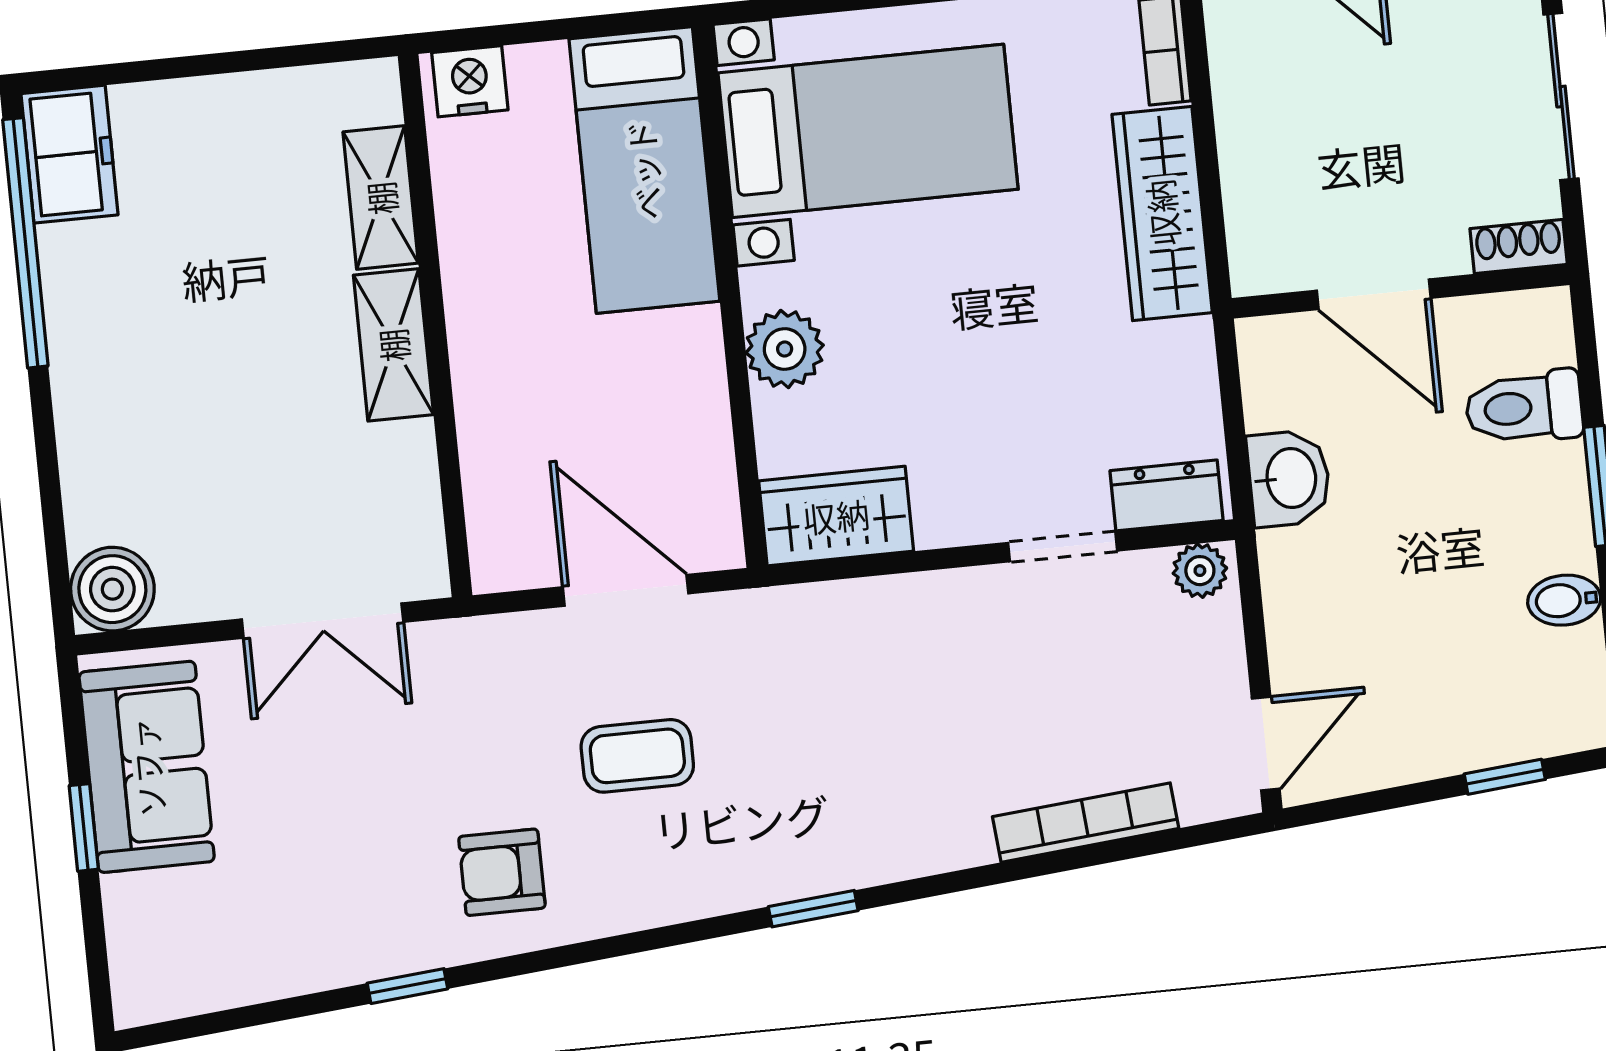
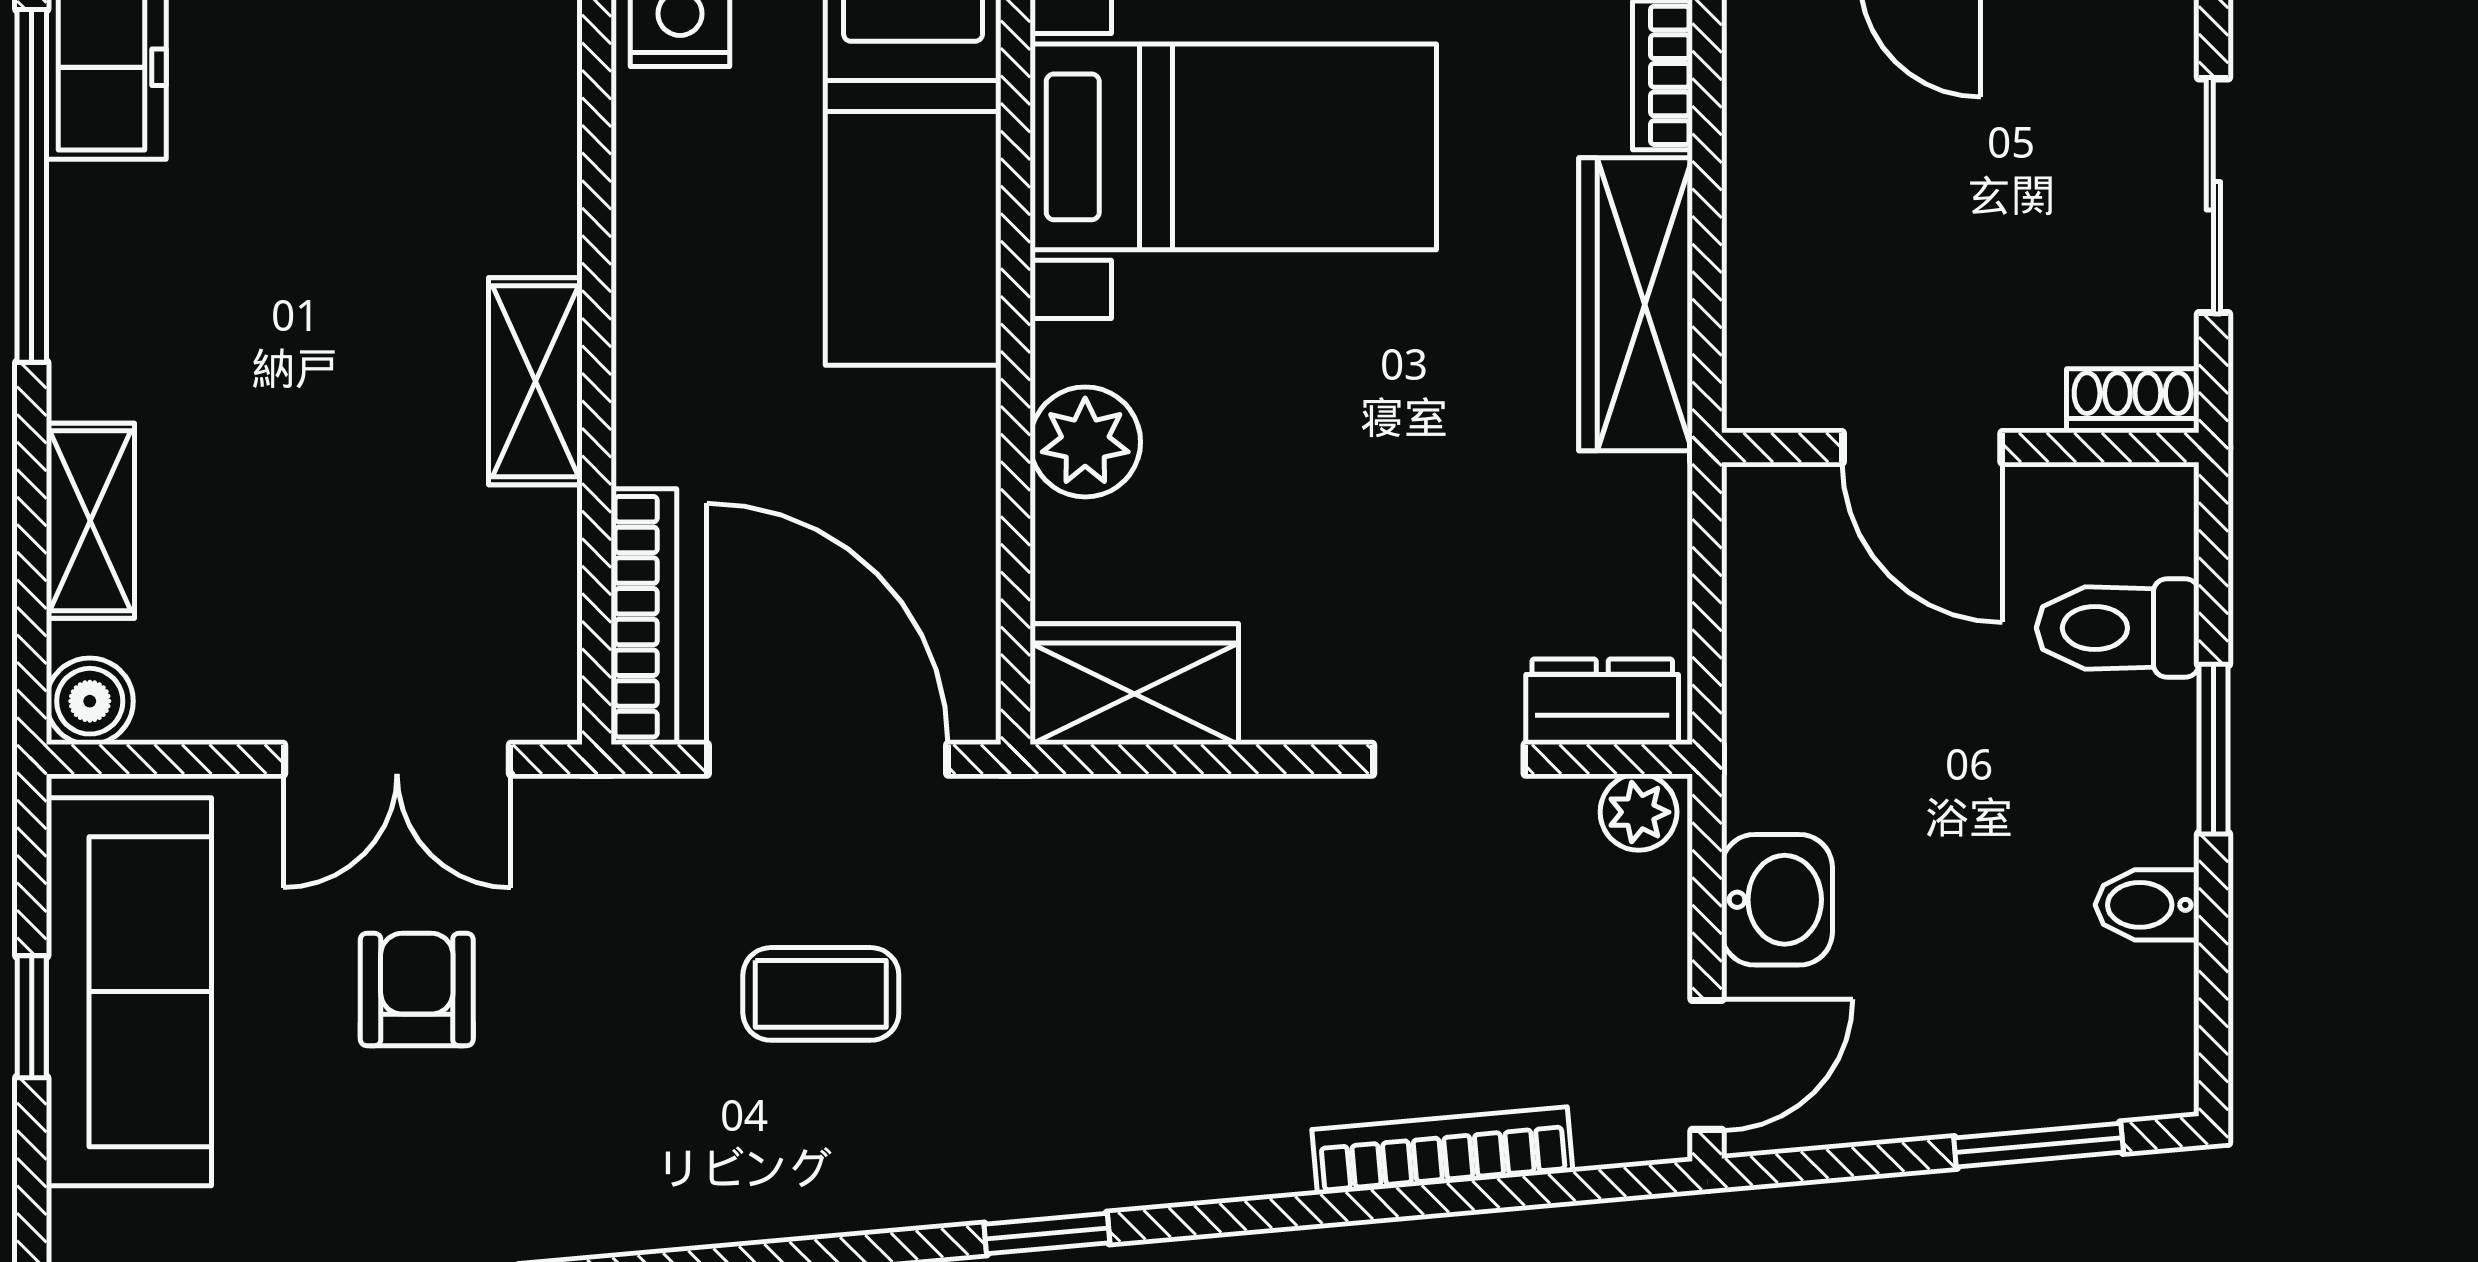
shelving: (381, 198) -> (90, 521), moved
washbasin: (1289, 478) -> (1777, 900), moved
bookcase: (486, 503) -> (644, 617), added
boiler: (112, 589) -> (90, 701), width x0.73, depth x0.73
door: (626, 590) -> (827, 759), width x1.36
sofa: (147, 767) -> (129, 992), width x1.36
window: (1505, 777) -> (2039, 1145), width x1.50
armchair: (502, 872) -> (417, 989), moved, turned 90

